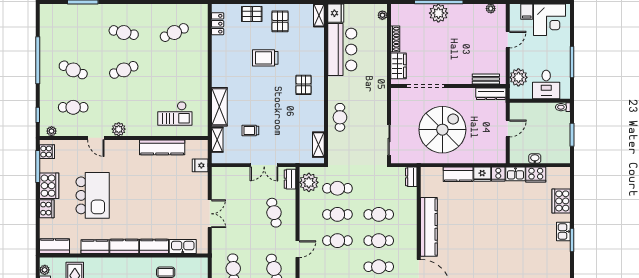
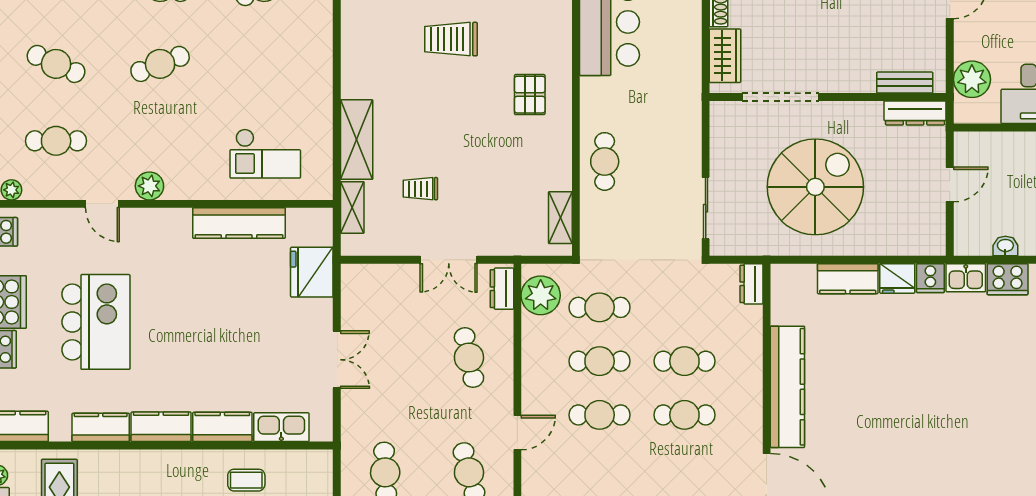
fridge: (200, 165) -> (312, 272), width x1.88, depth x1.34
cafe table: (379, 267) -> (684, 469), removed

